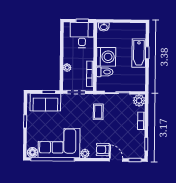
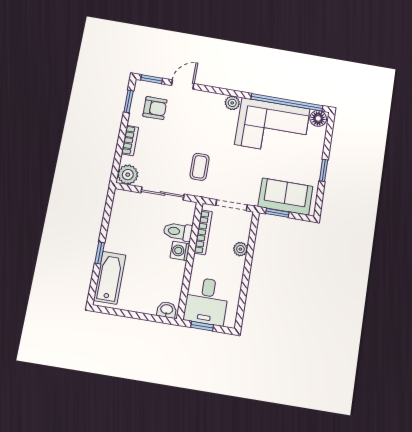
bathtub: (139, 53) -> (110, 278), moved
washing machine: (106, 57) -> (180, 251), width x0.53, depth x0.53
armchair: (103, 150) -> (155, 108), moved
door: (116, 160) -> (183, 84), swing flipped

